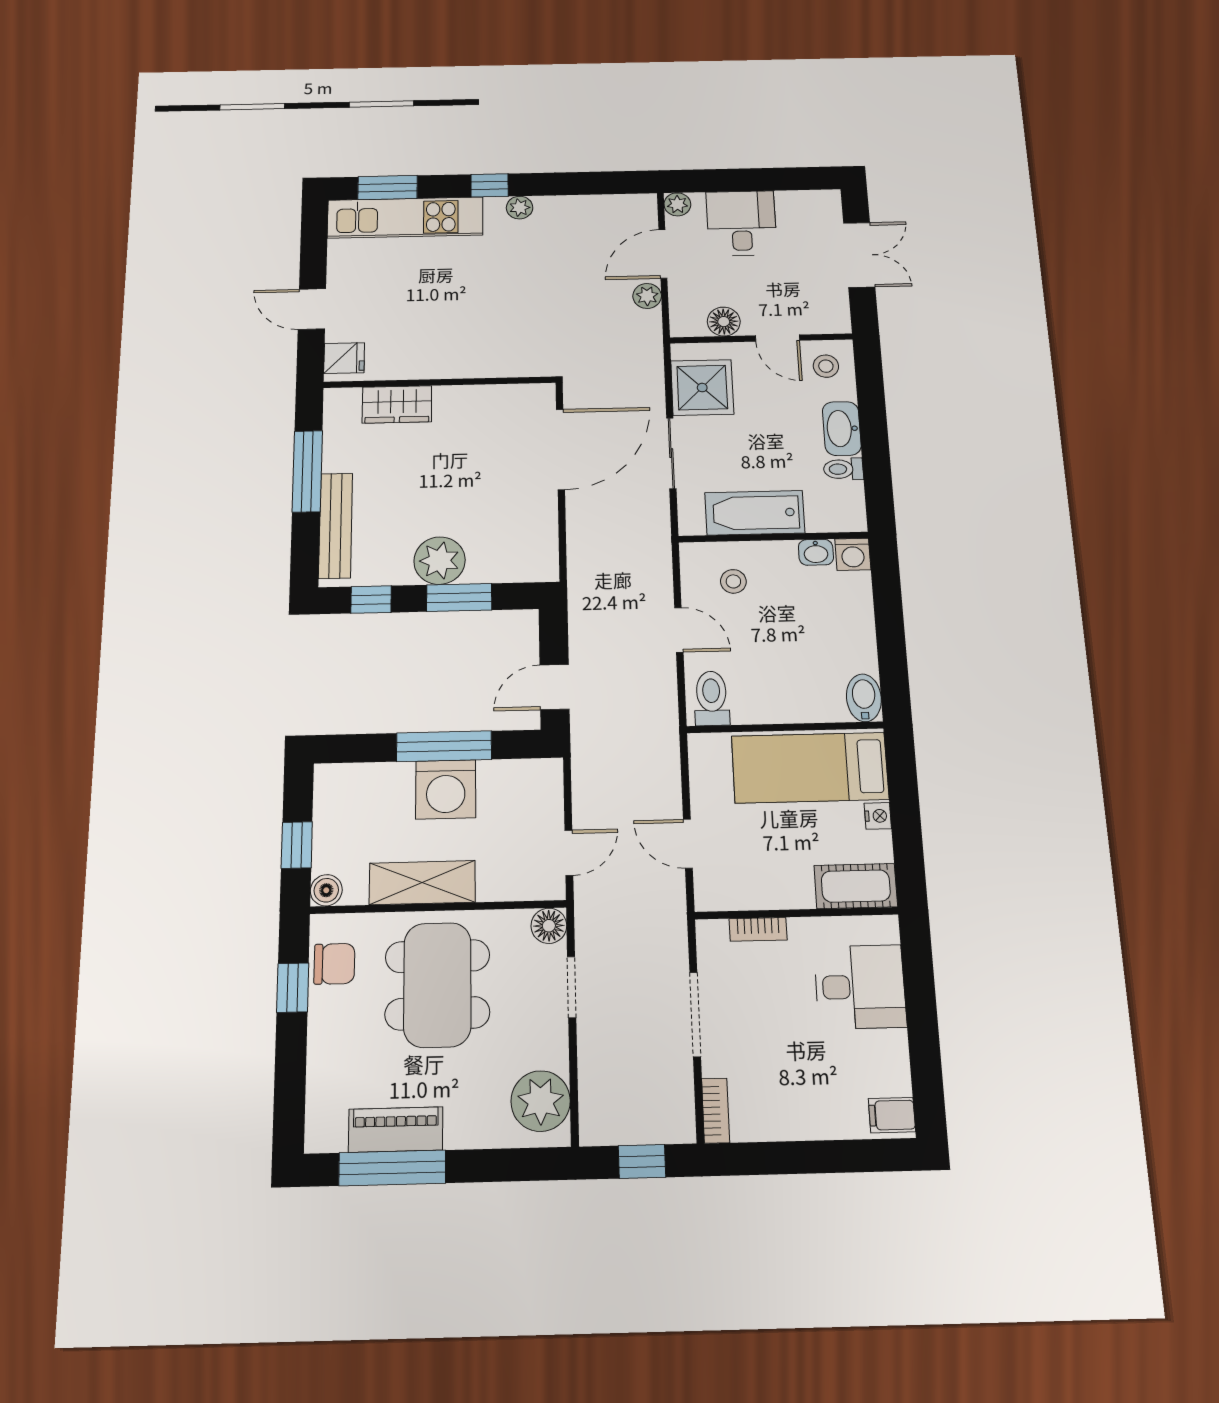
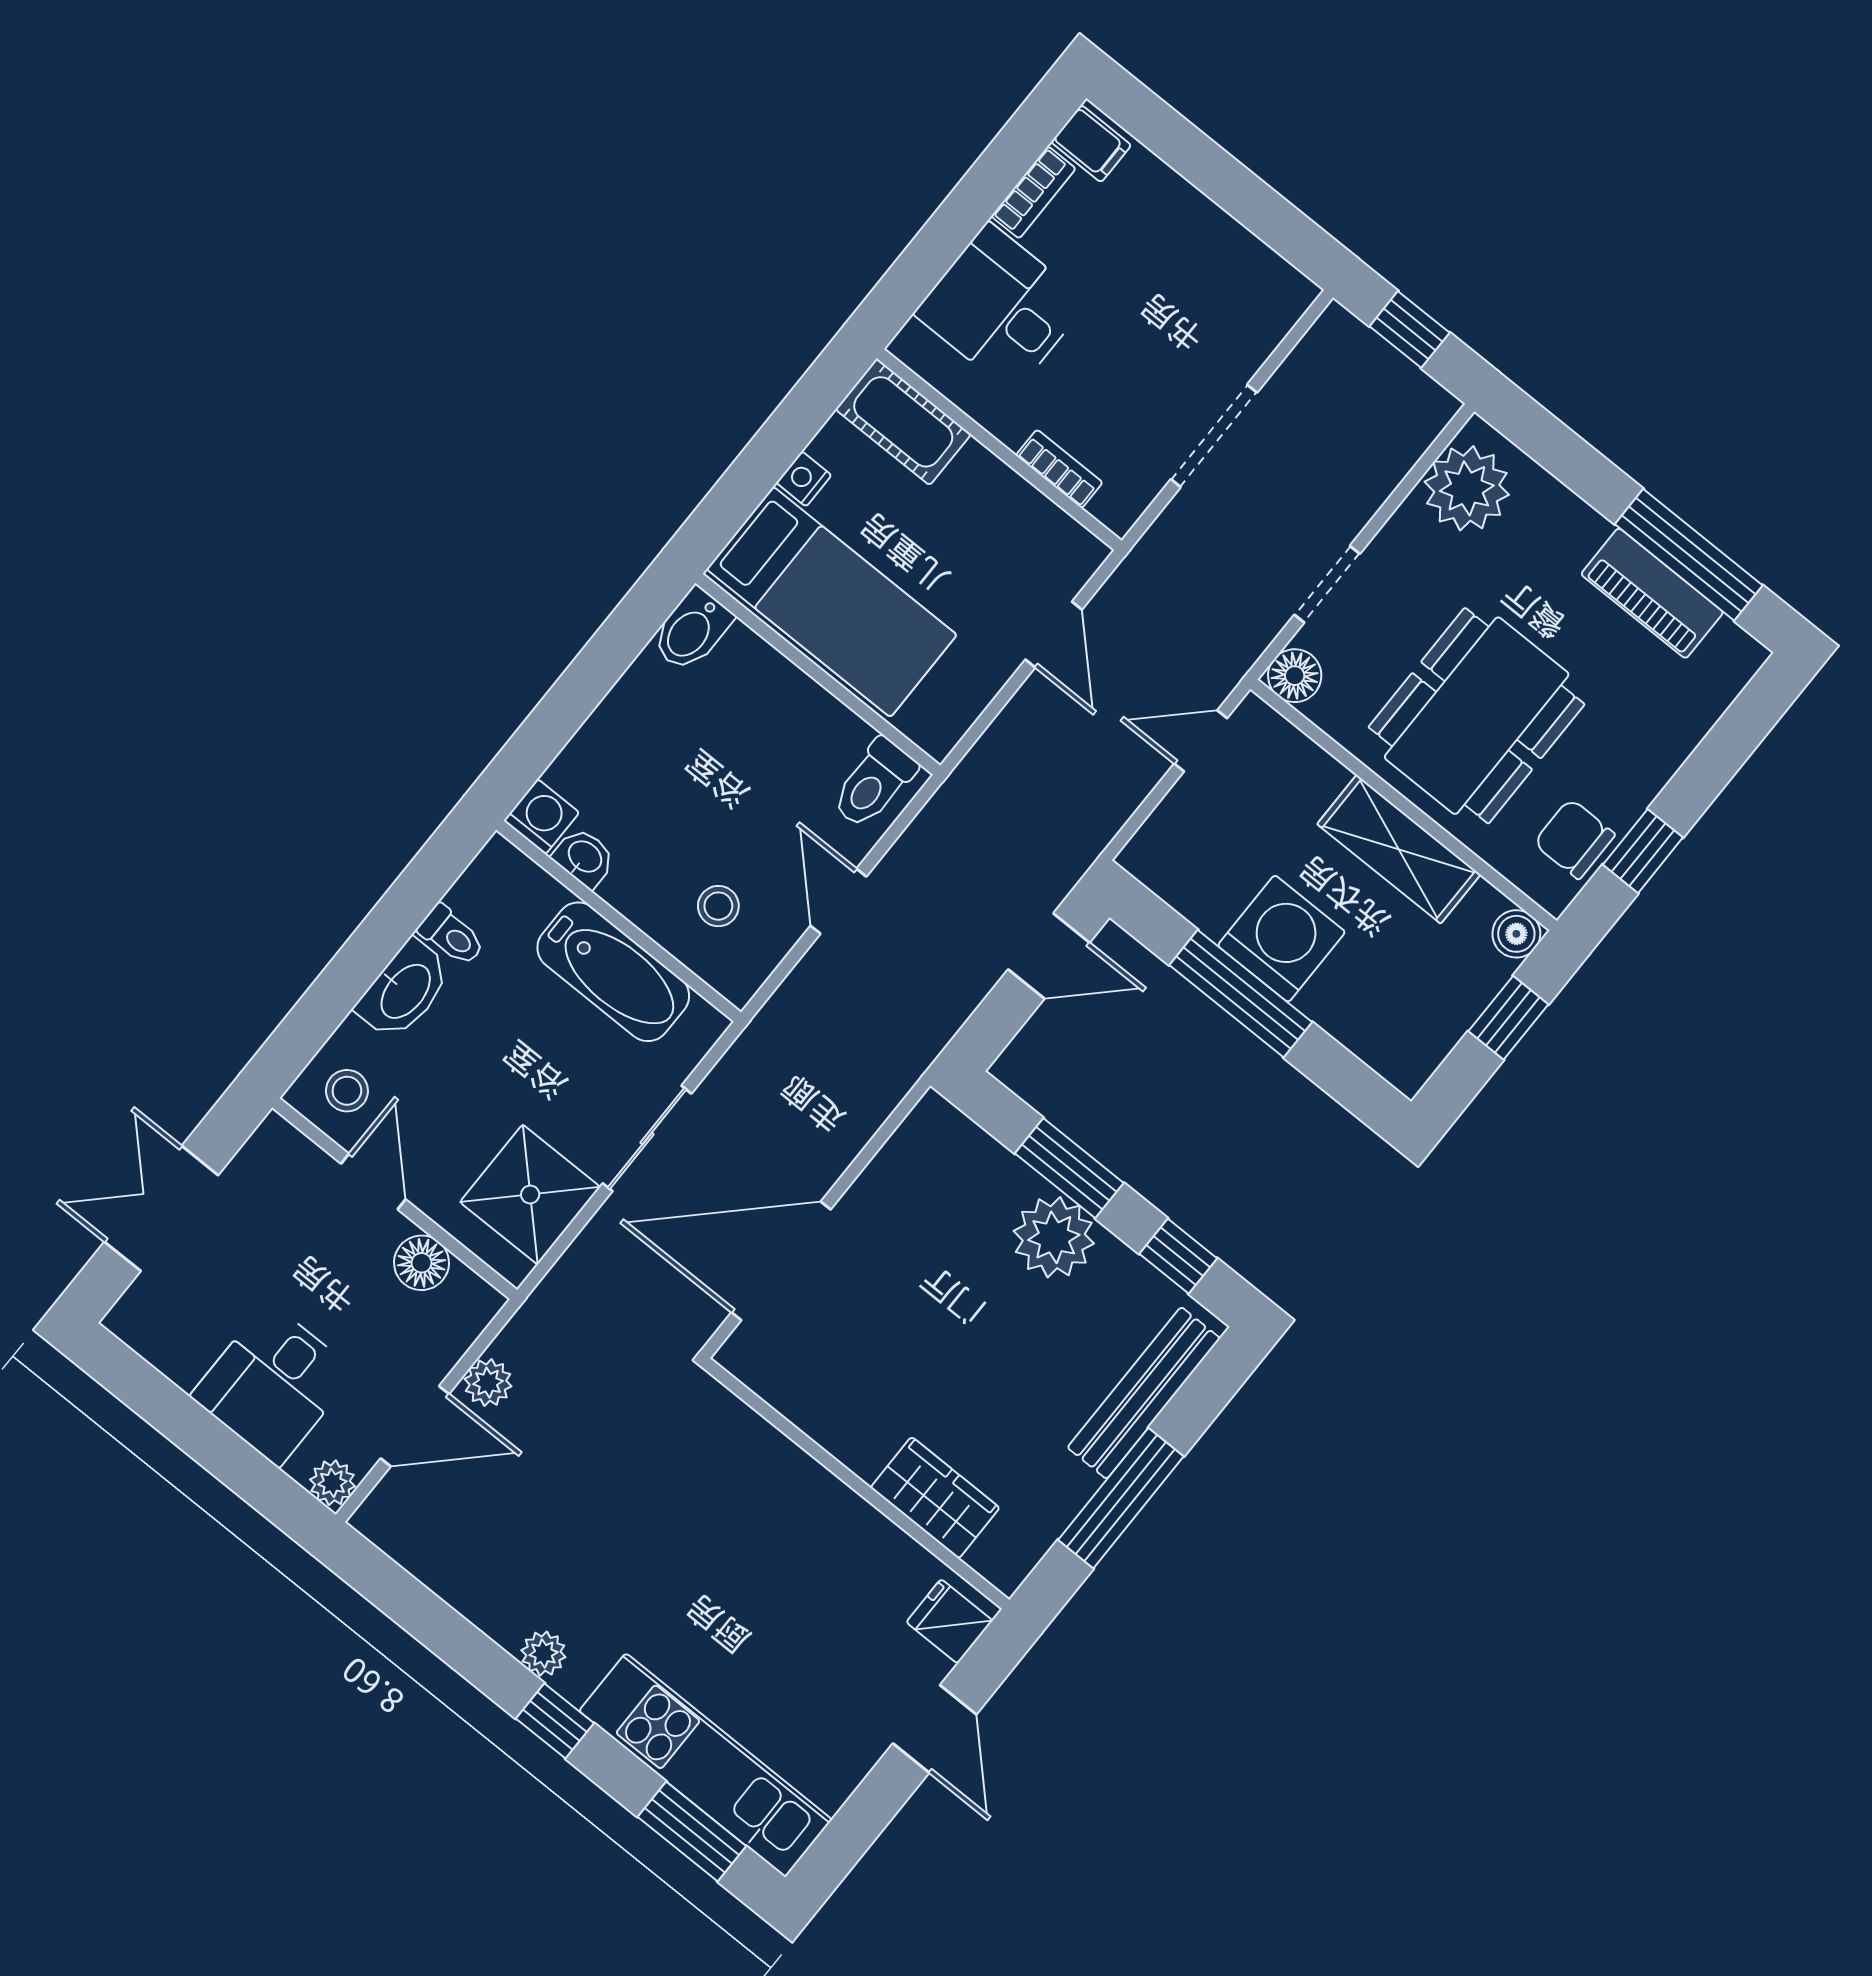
bookcase: (716, 1111) -> (1033, 192), moved, turned 180

